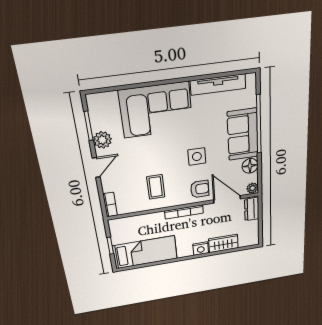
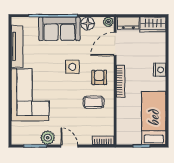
armchair: (200, 189) -> (99, 77), moved
wardrobe: (223, 243) -> (153, 24), moved, turned -90

